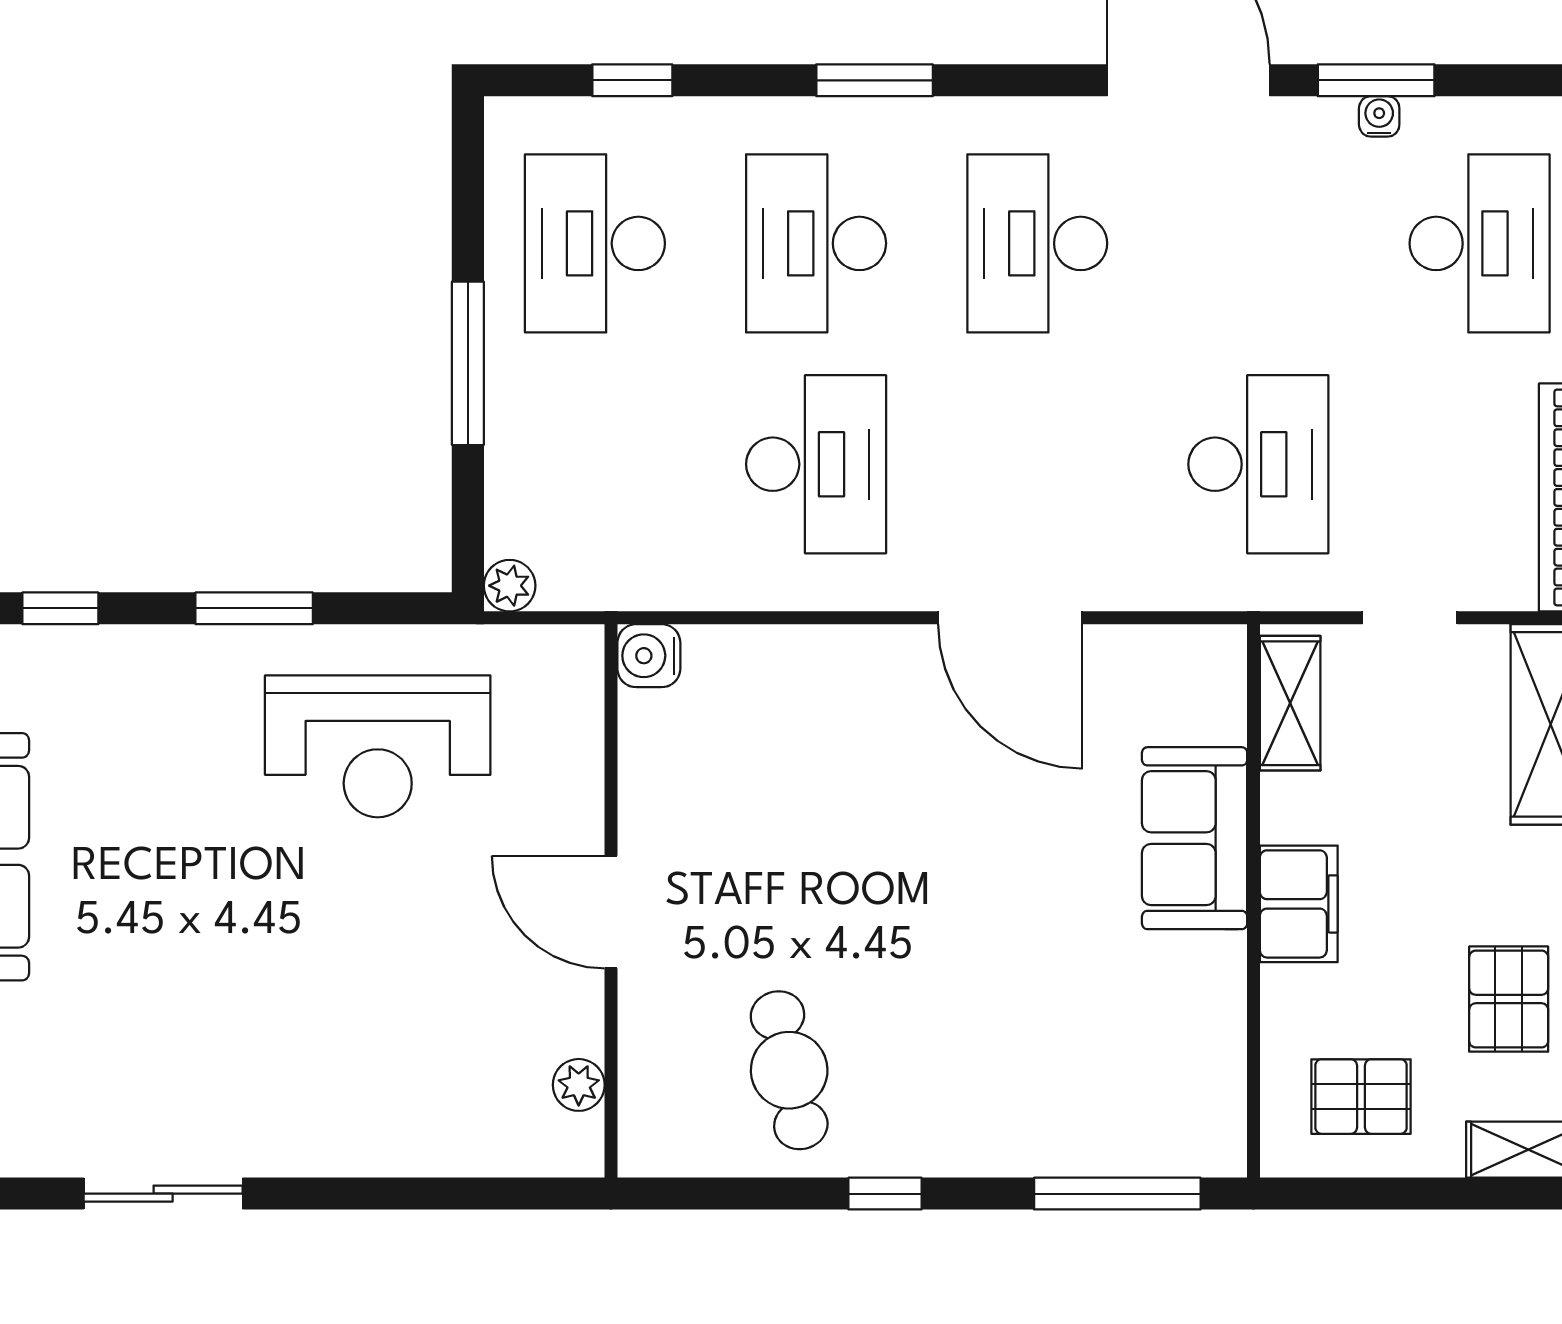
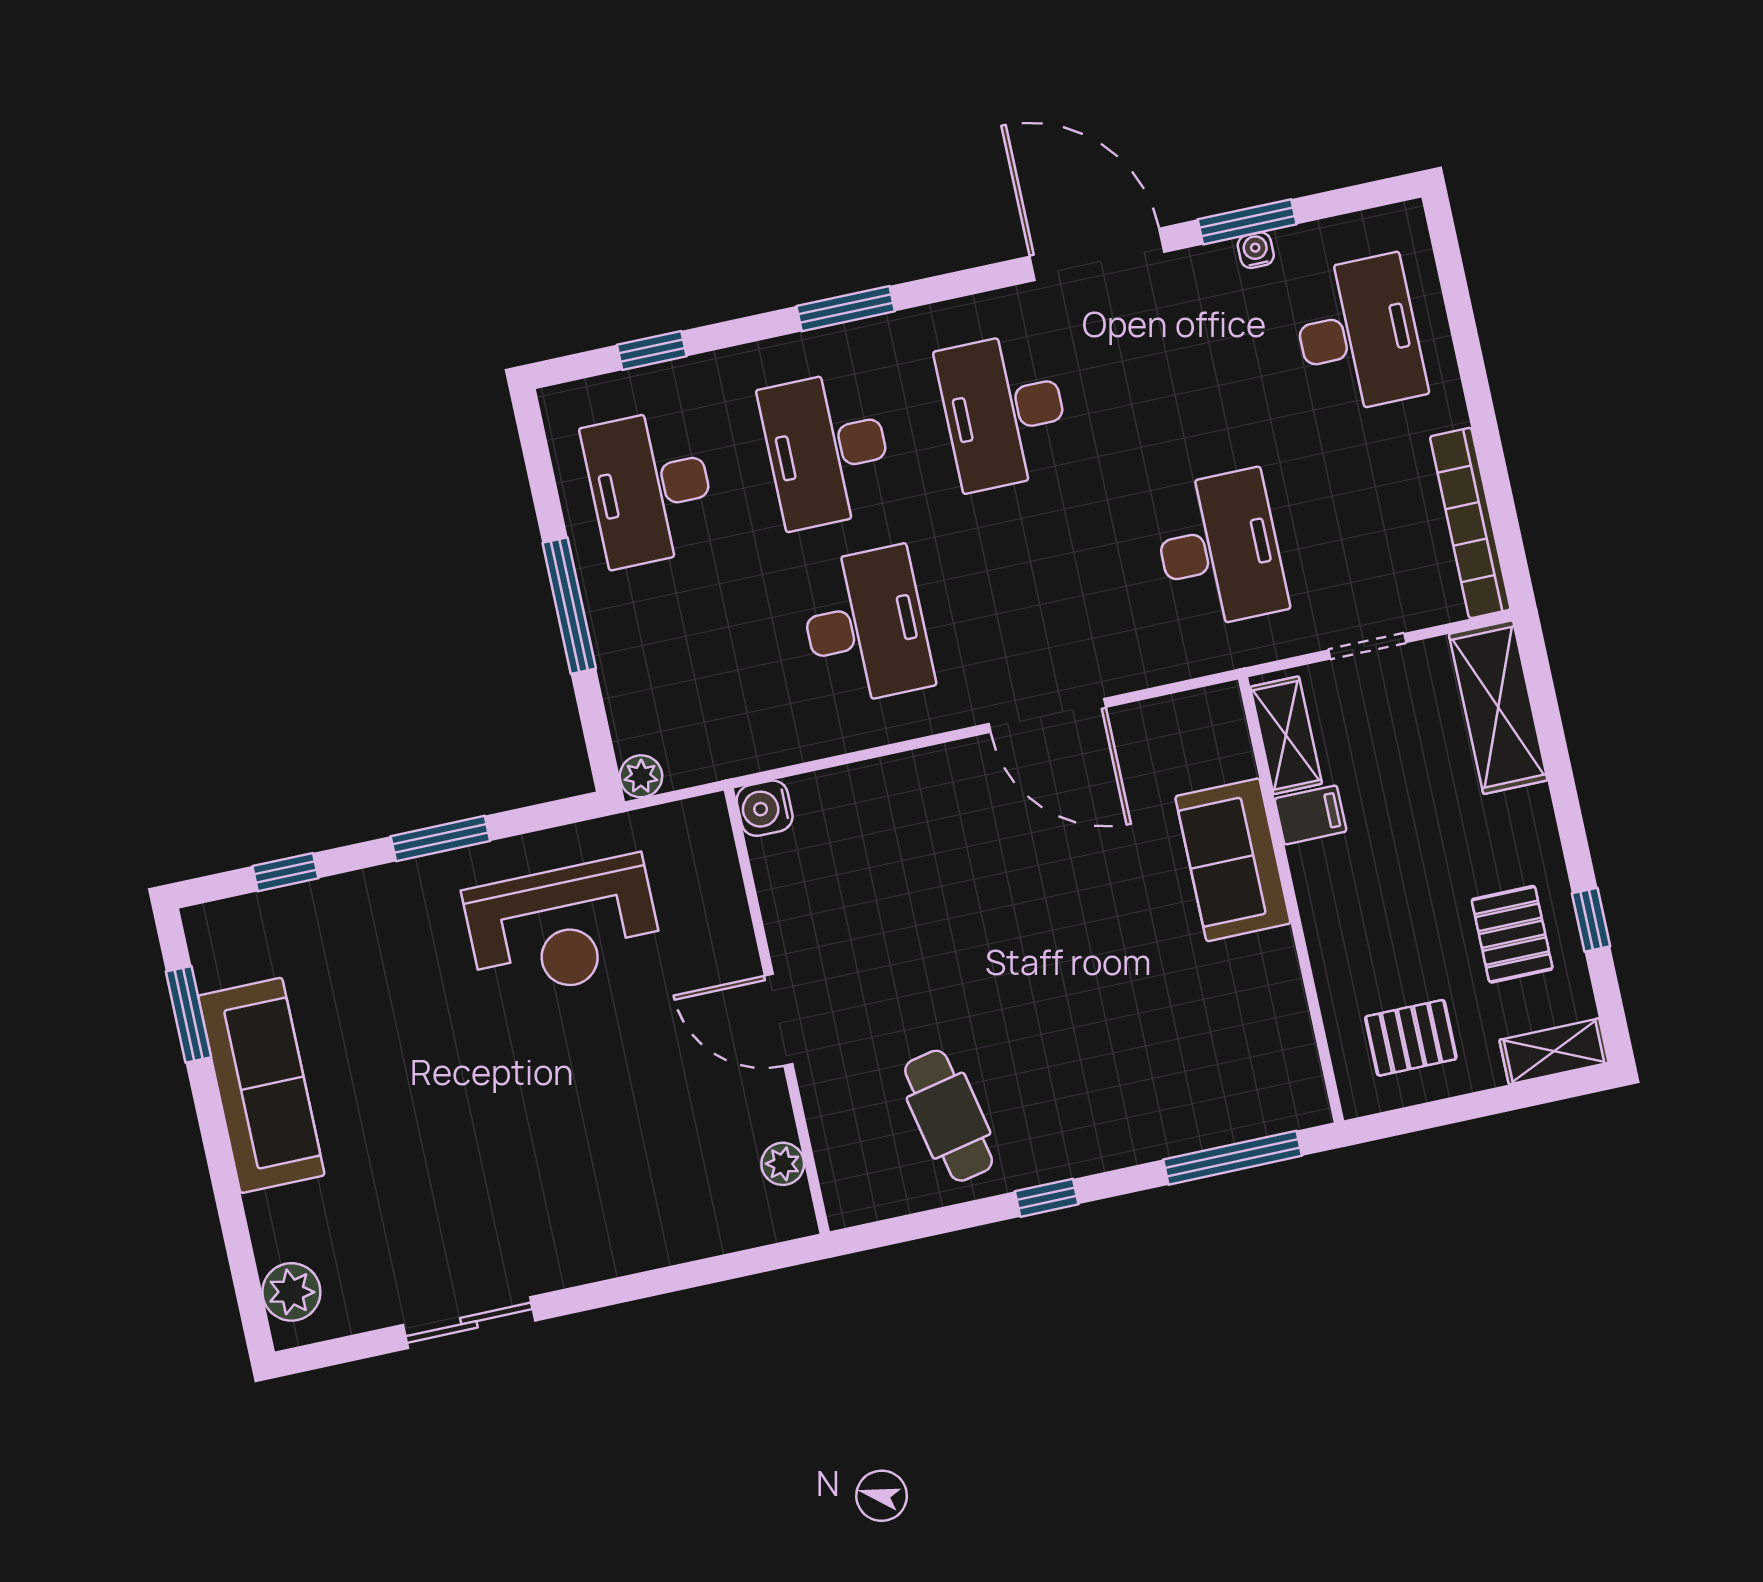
filing cabinet: (1299, 904) -> (1311, 815), moved, width x0.50

